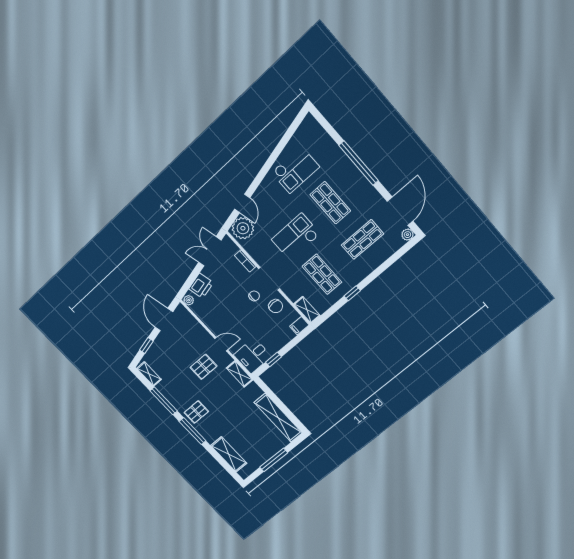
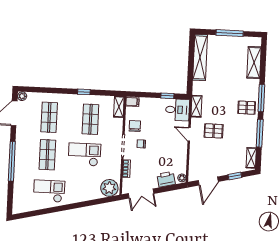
door: (242, 203) -> (96, 202), removed
checkout: (296, 237) -> (85, 154), turned 180
shop shelf: (362, 239) -> (49, 117), turned 90

